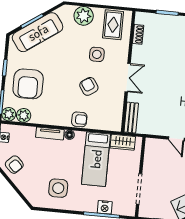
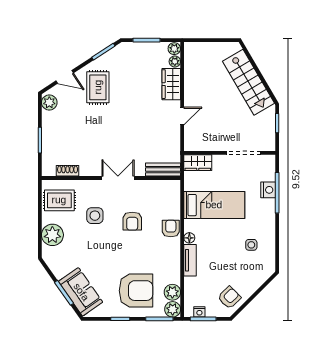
sofa: (38, 32) -> (81, 292), width x0.73
armchair: (89, 86) -> (132, 221), turned -56
wardrobe: (123, 142) -> (198, 163), moved, turned 90
side table: (58, 188) -> (251, 245), width x0.54, depth x0.54

